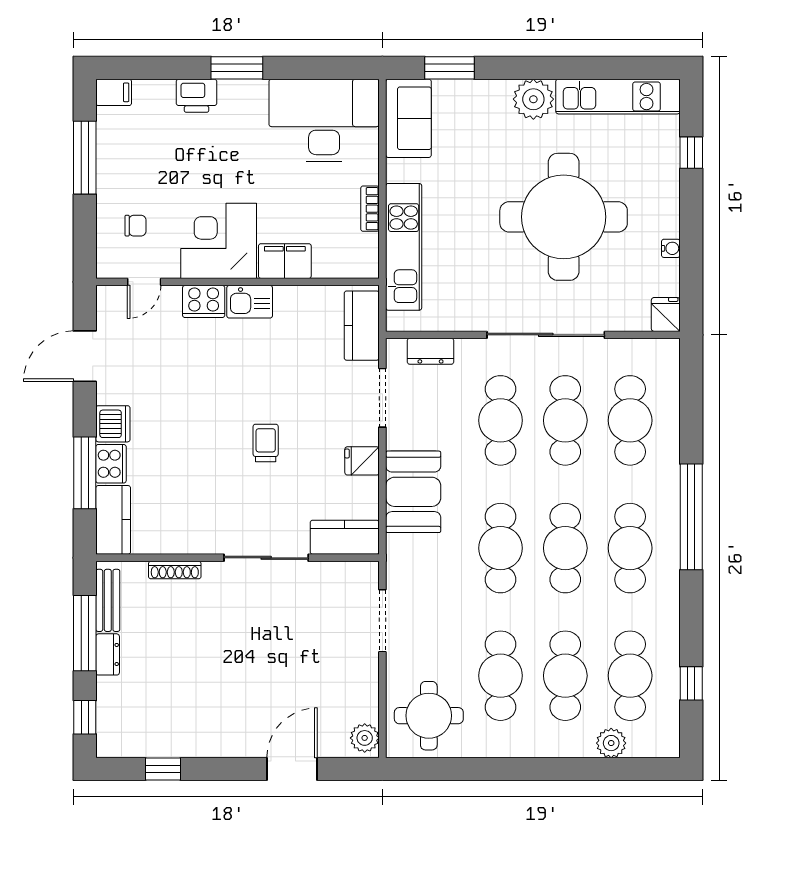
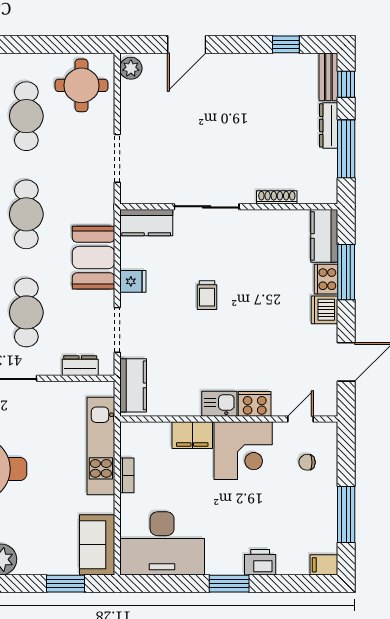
bench: (108, 600) -> (328, 77), moved
dresser: (108, 654) -> (329, 125), width x1.44

